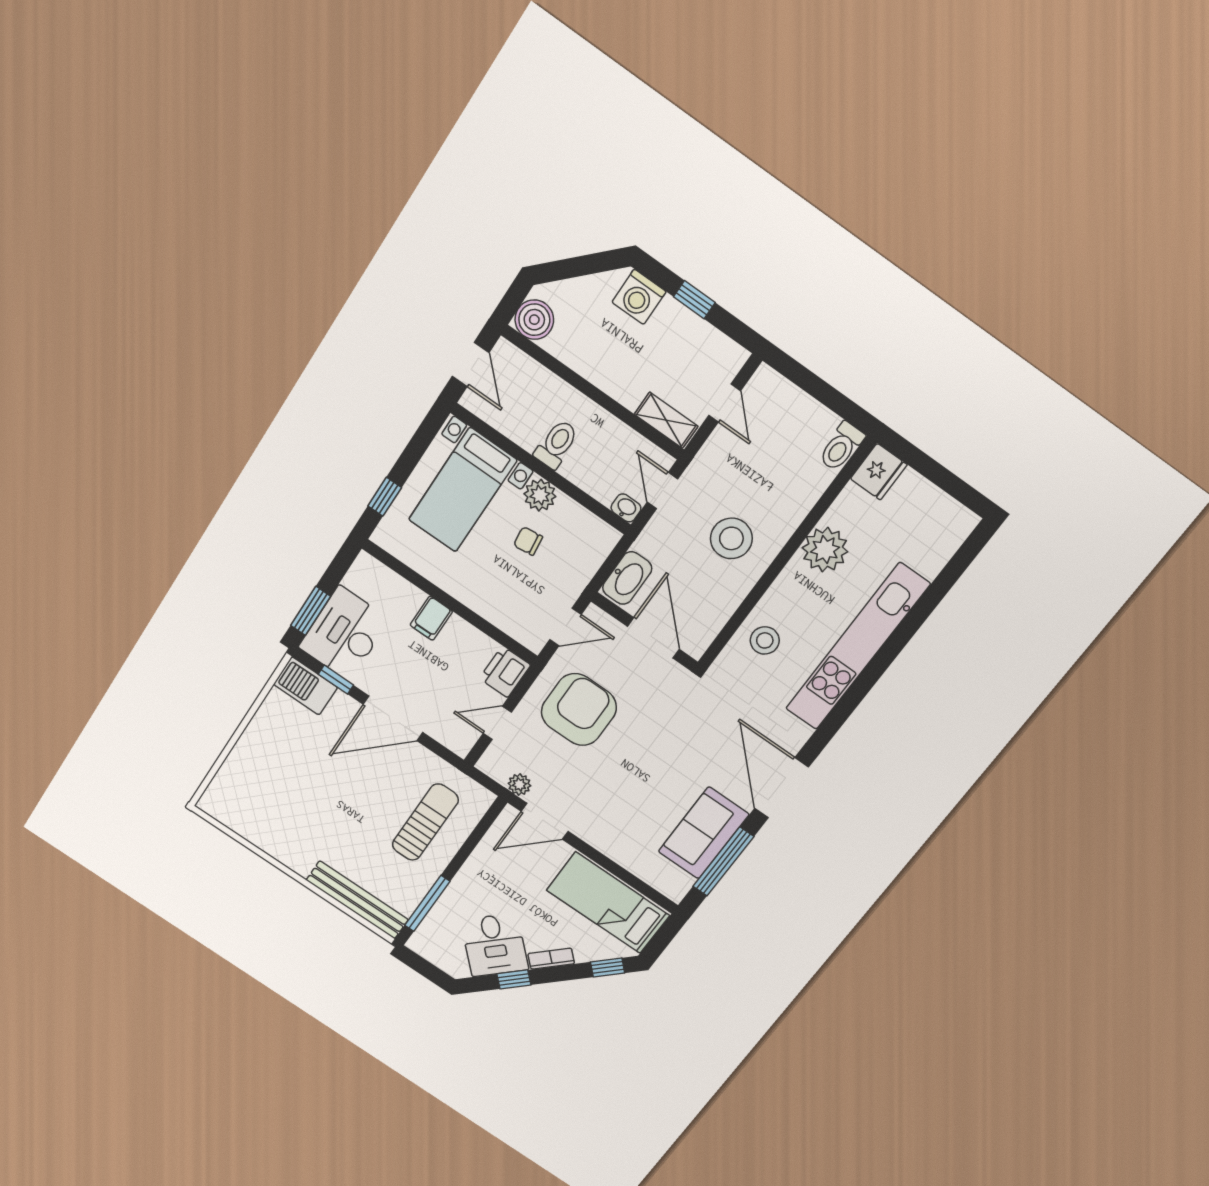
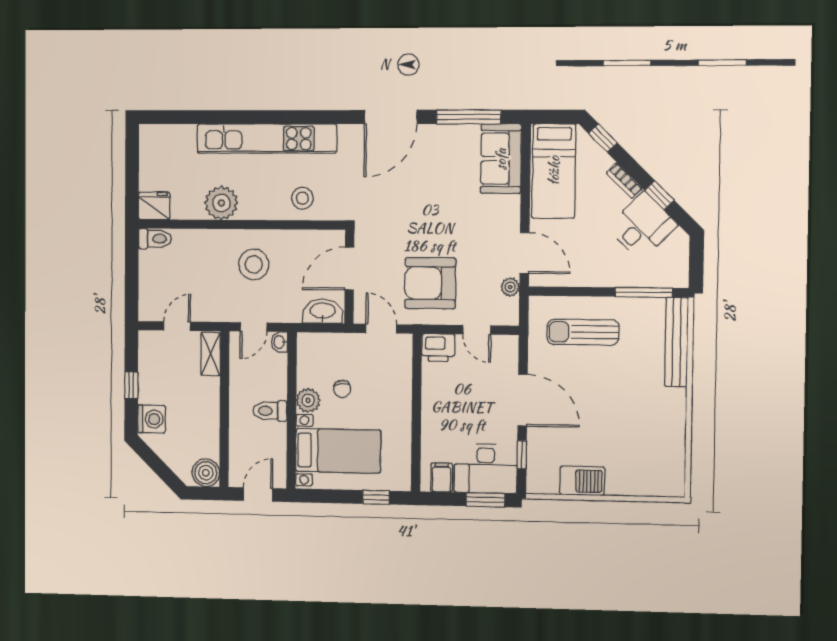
filing cabinet: (431, 618) -> (441, 478), moved, turned -90
barbecue: (305, 686) -> (582, 481), moved, turned -90
sofa: (704, 833) -> (501, 159), moved, turned 90

